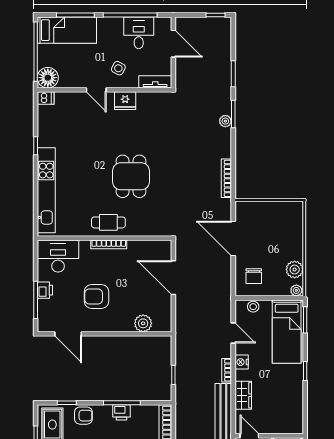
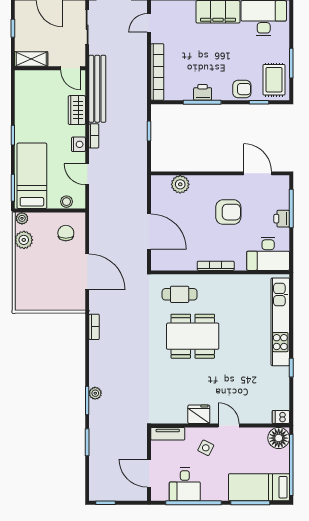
dining table: (131, 176) -> (193, 336), width x1.38
bookcase: (226, 178) -> (94, 327), width x0.64
cafe table: (108, 222) -> (180, 294), moved
armchair: (83, 416) -> (242, 89), turned 180

